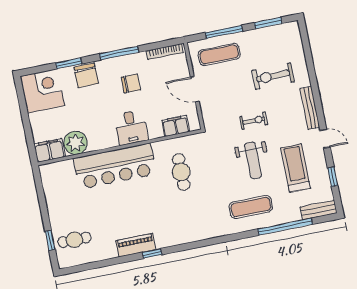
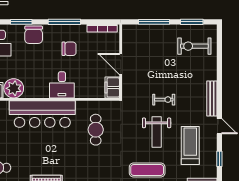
exercise mat: (219, 54) -> (146, 39), removed
exercise bike: (273, 76) -> (194, 46), moved
filing cabinet: (176, 126) -> (112, 87), moved, turned -90

